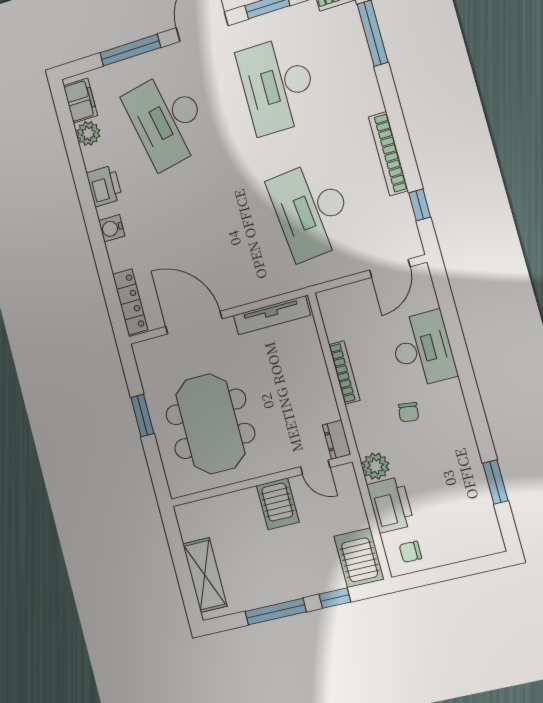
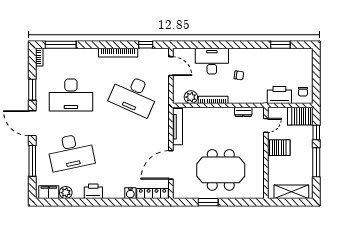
desk: (311, 210) -> (134, 95), turned 30
water cooler: (112, 228) -> (130, 193), moved
plant: (375, 466) -> (191, 97), moved
door: (315, 467) -> (266, 125), moved
wall: (261, 481) -> (266, 153), moved
server rack: (278, 504) -> (279, 148), moved

